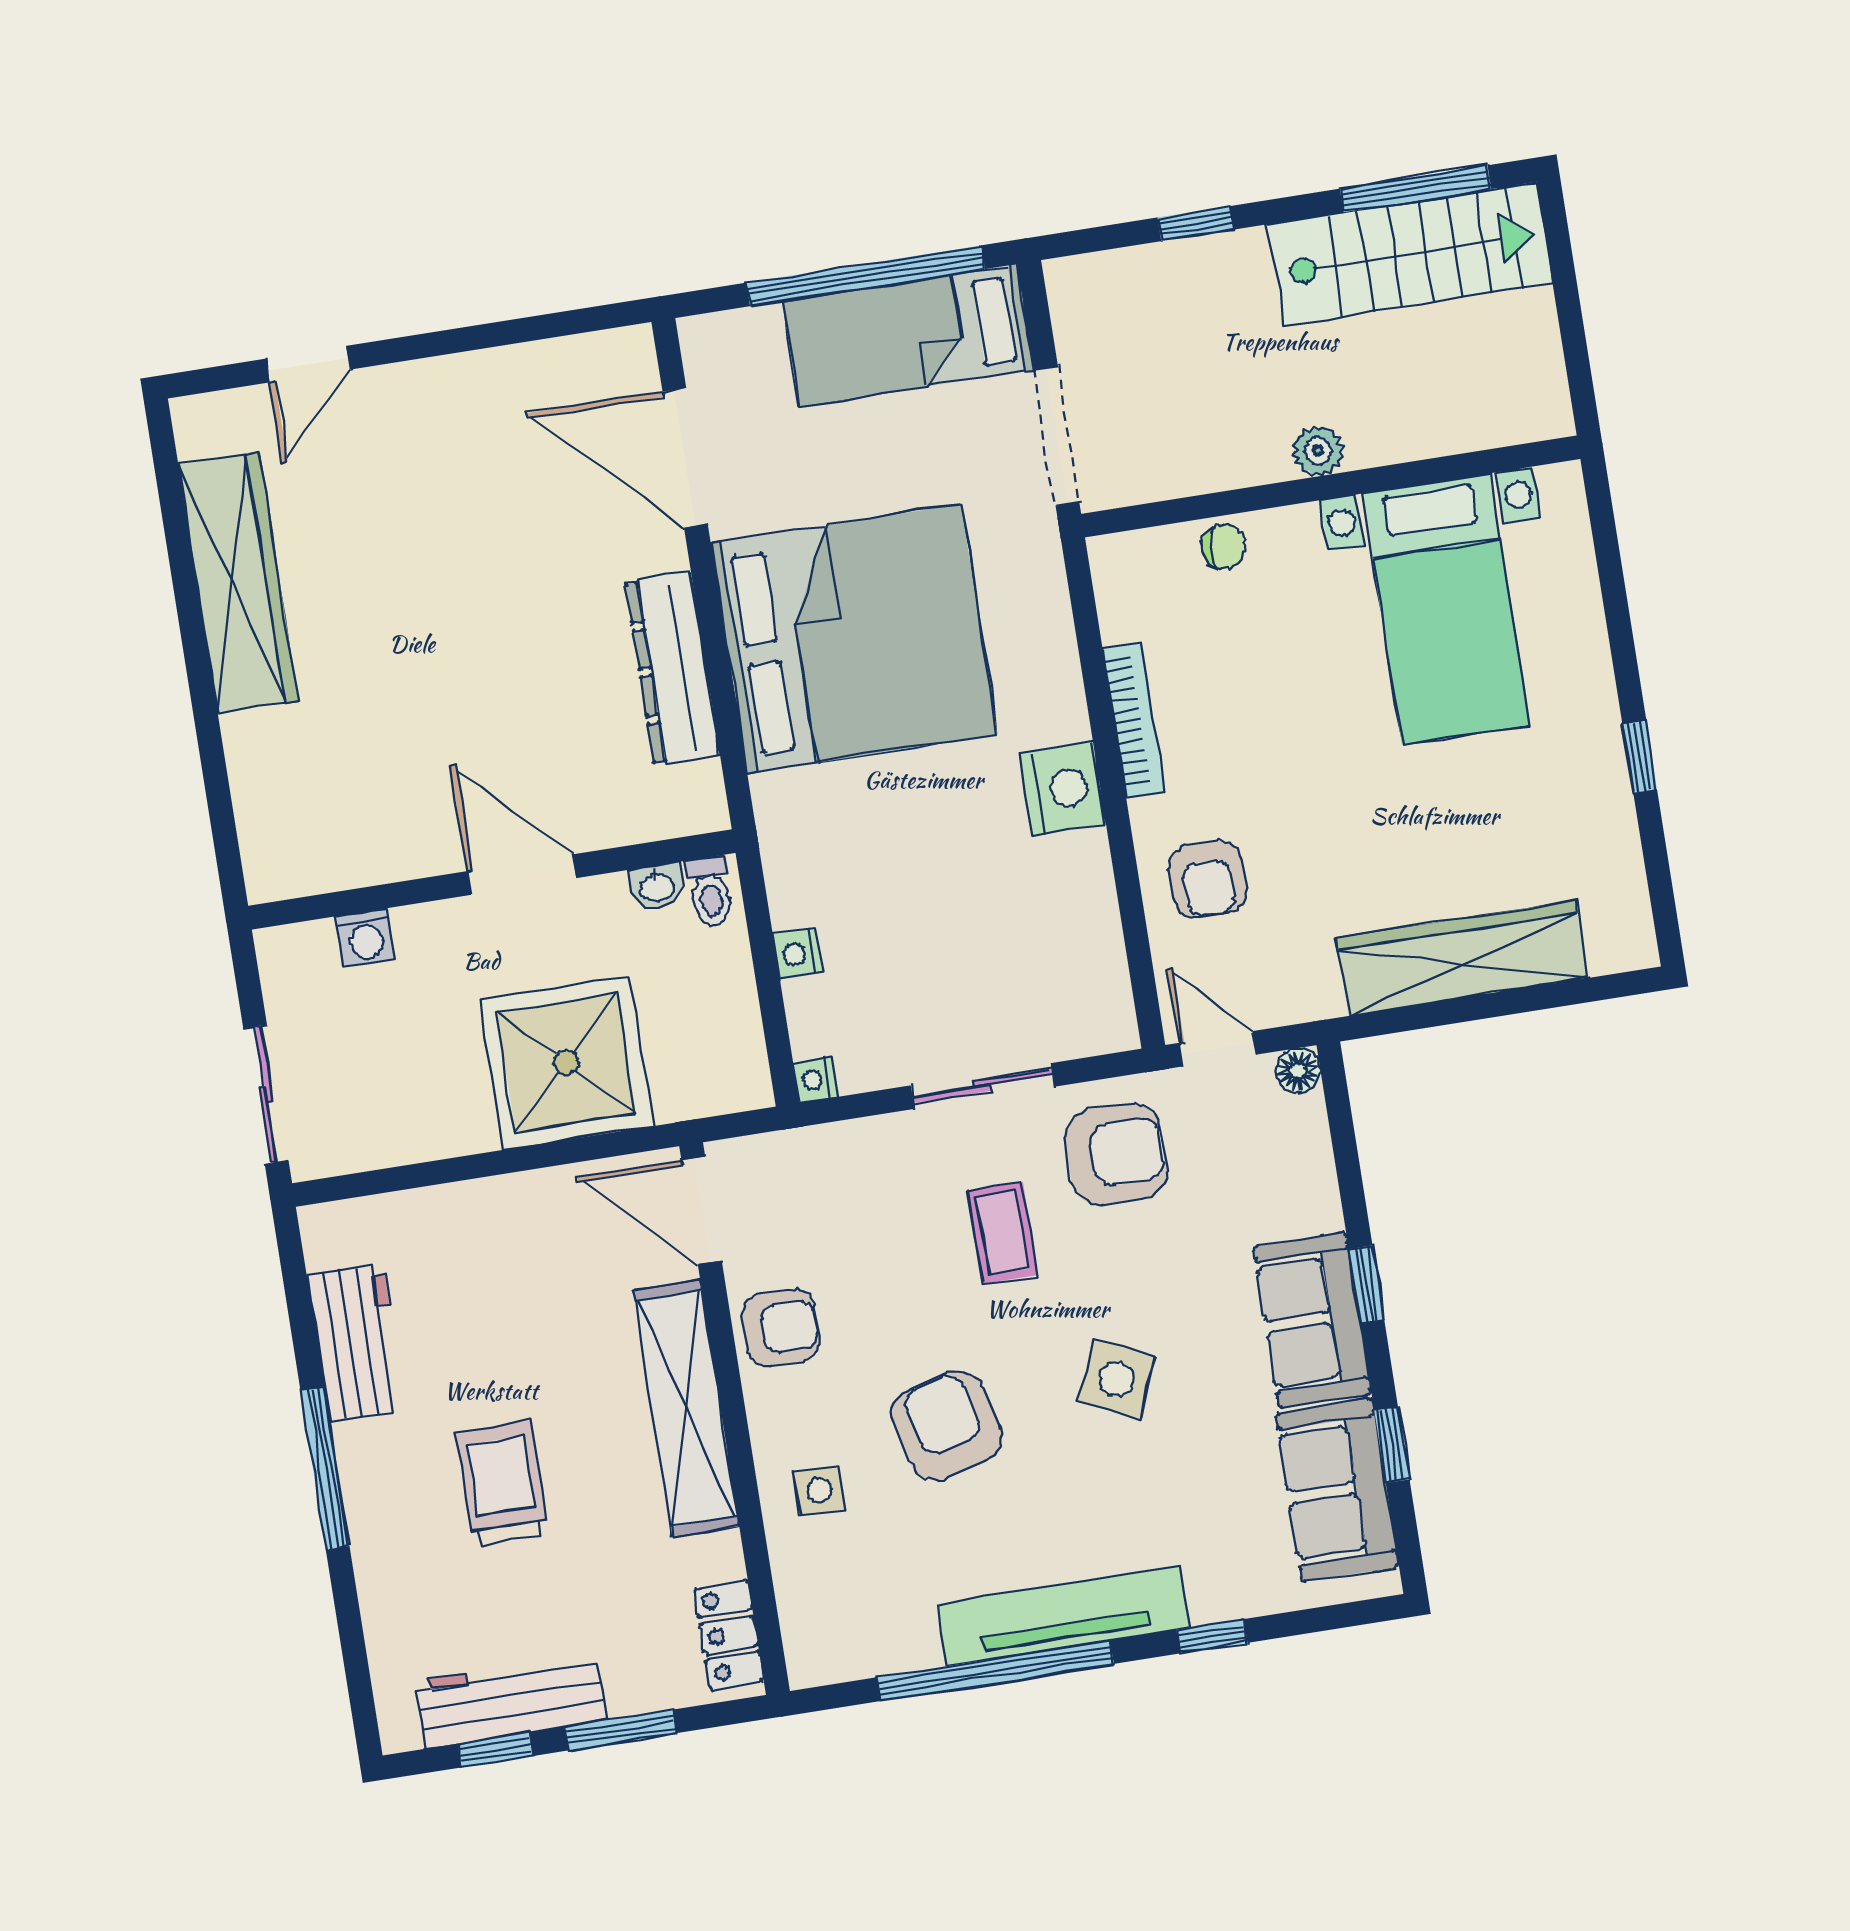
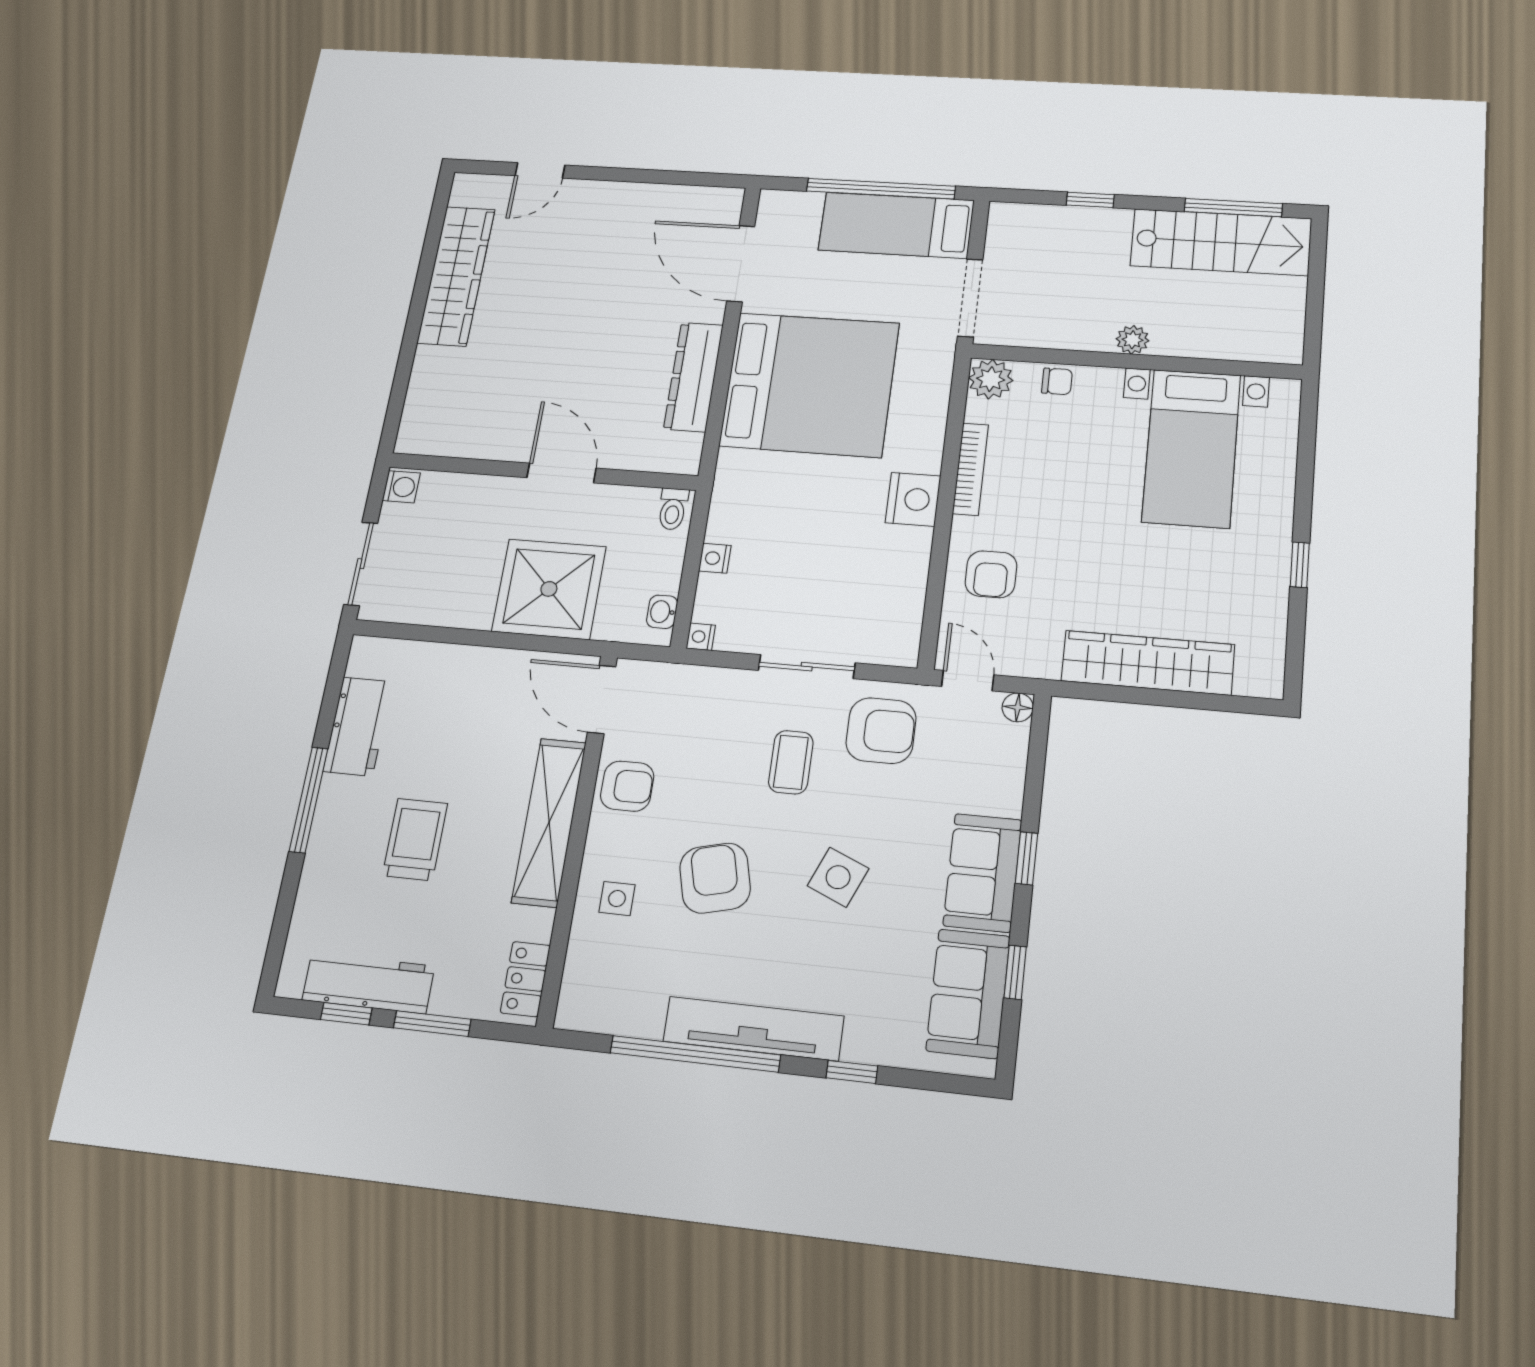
plant: (1124, 566) -> (991, 379), added
washbasin: (657, 887) -> (662, 612), moved, turned 90
washing machine: (365, 938) -> (401, 487), moved, turned -90

